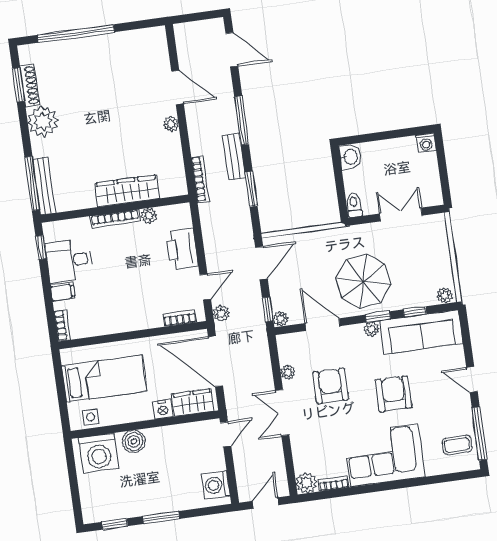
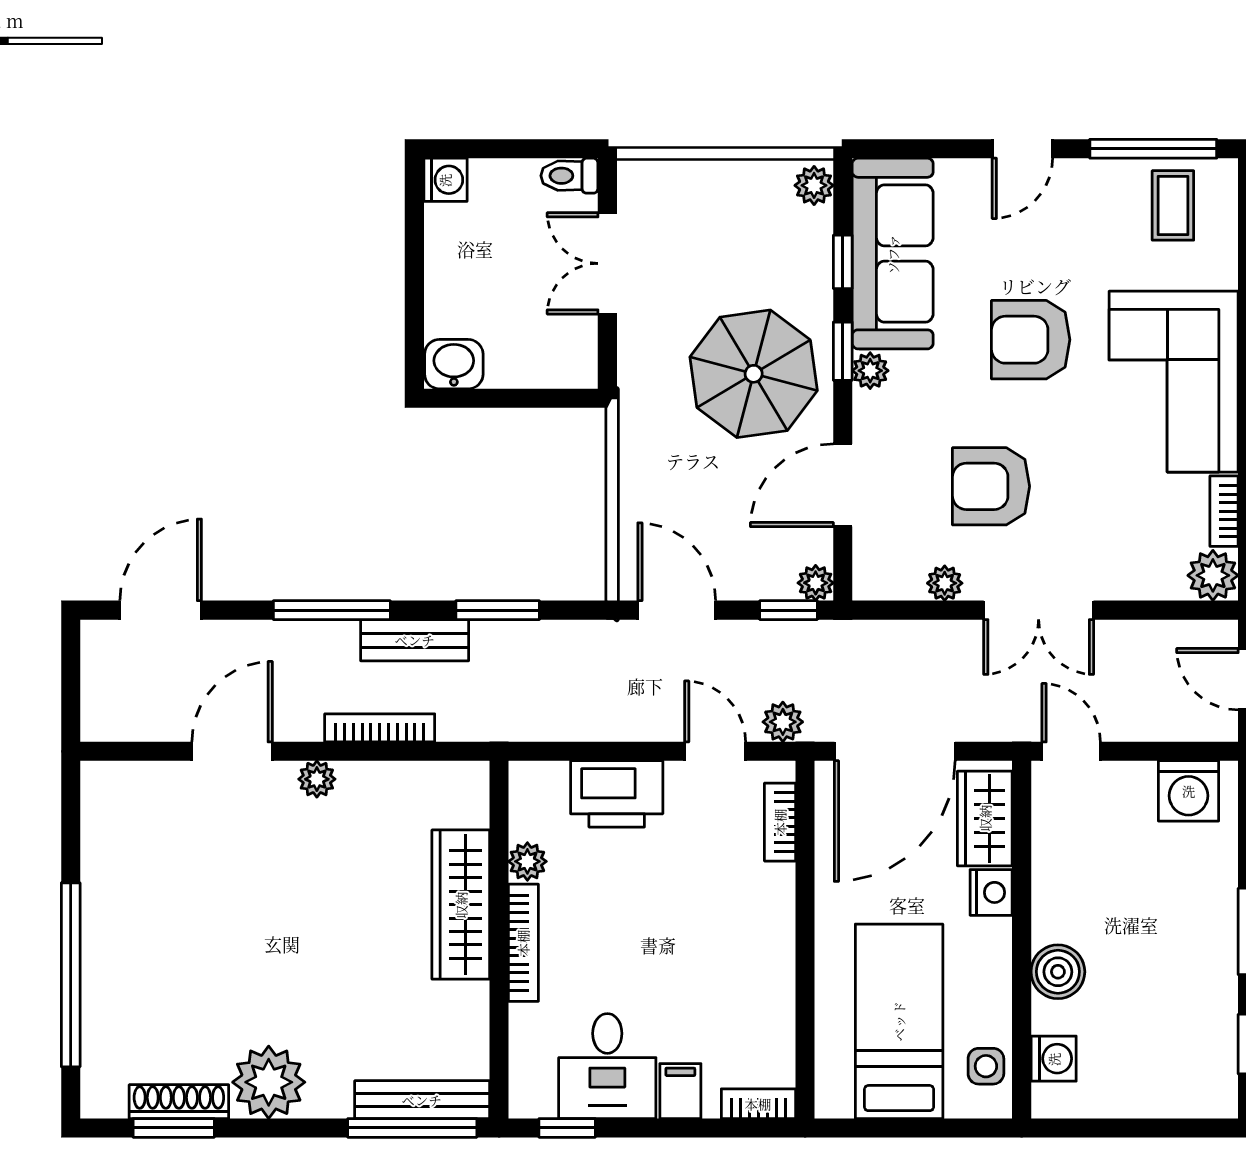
bookcase: (200, 179) -> (380, 728), moved
toilet: (354, 205) -> (569, 176), moved
washing machine: (99, 453) -> (1054, 1059), width x0.53, depth x0.53

